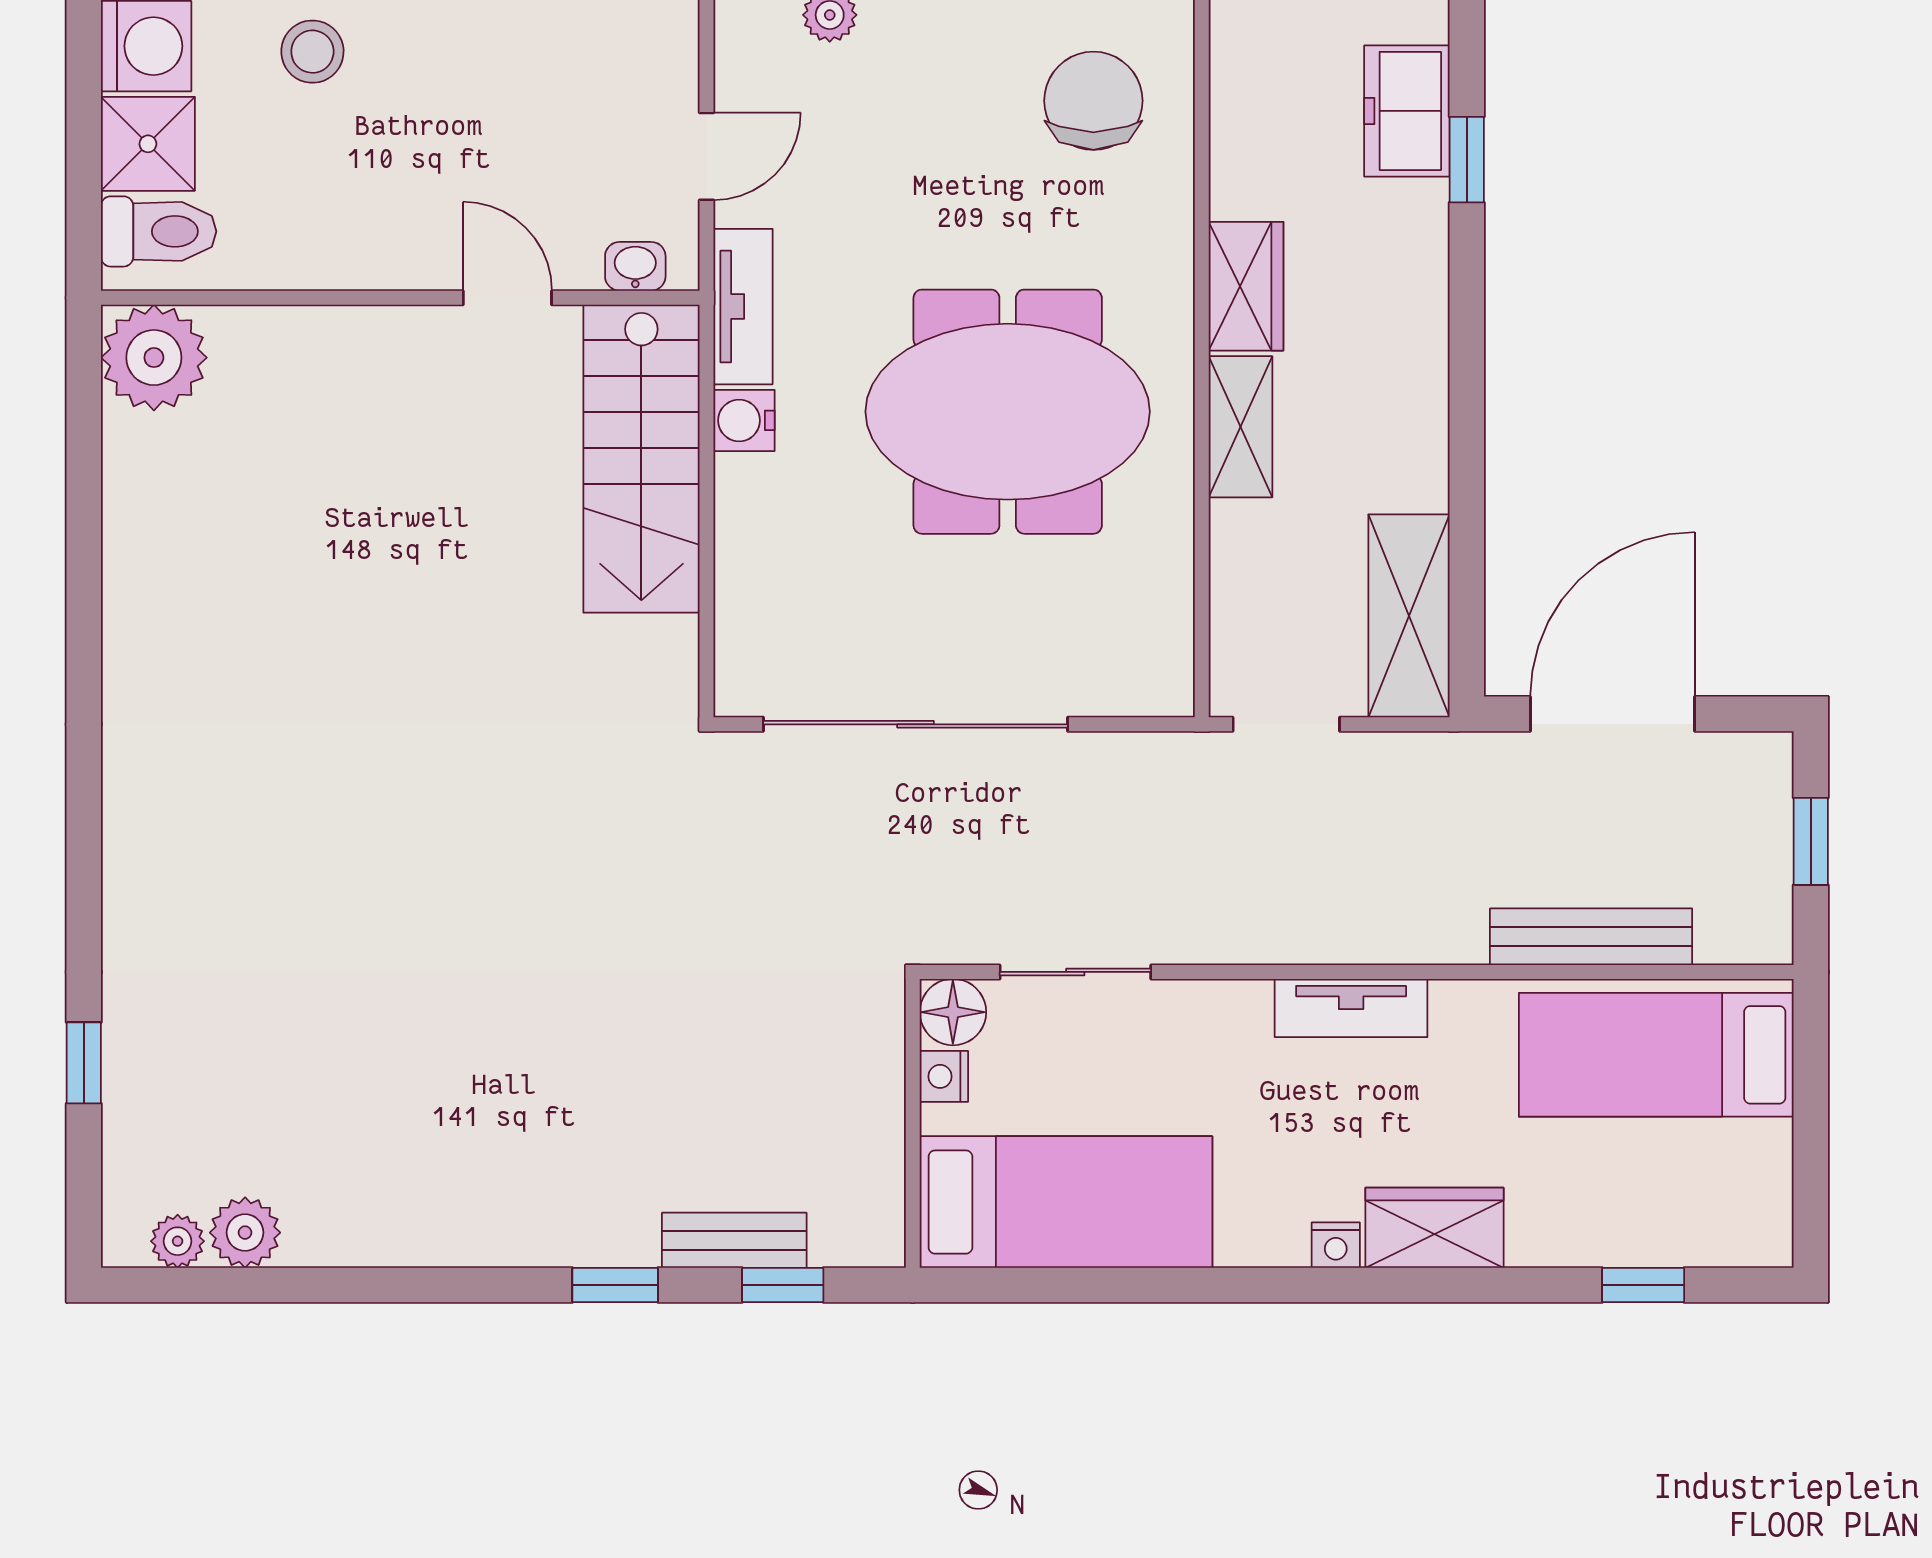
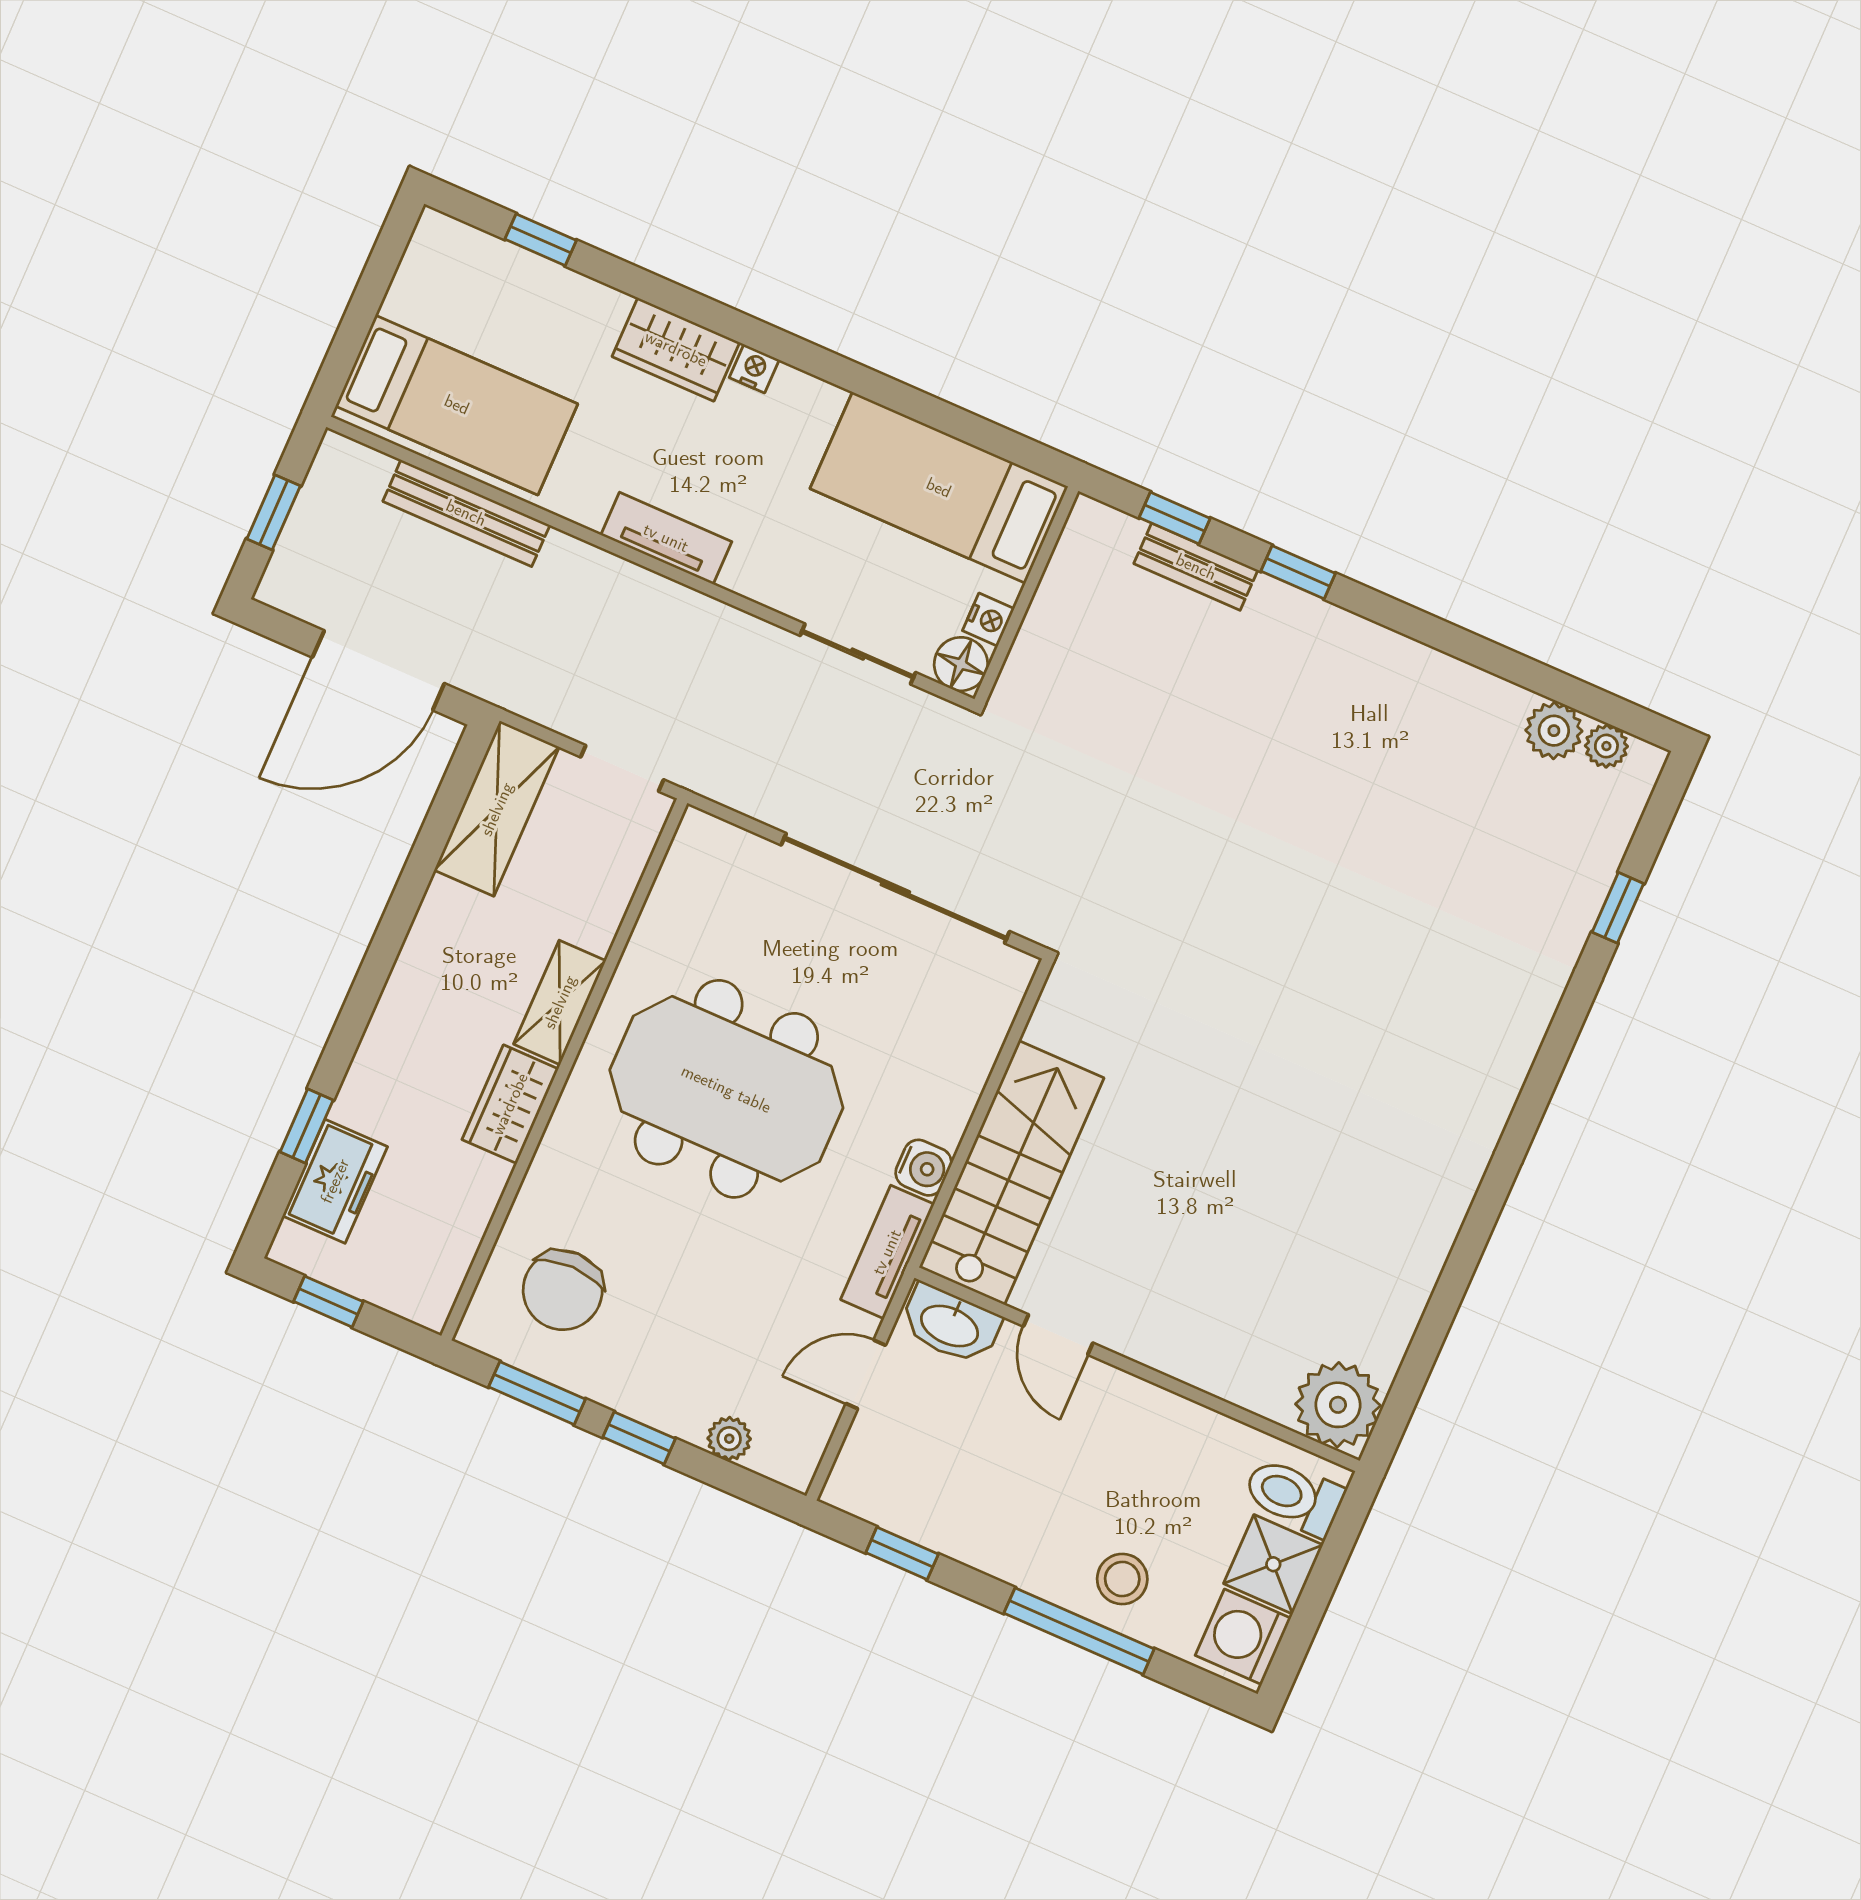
washbasin: (635, 266) -> (950, 1324), width x1.91, depth x1.45

